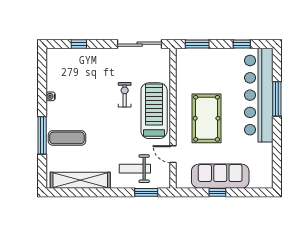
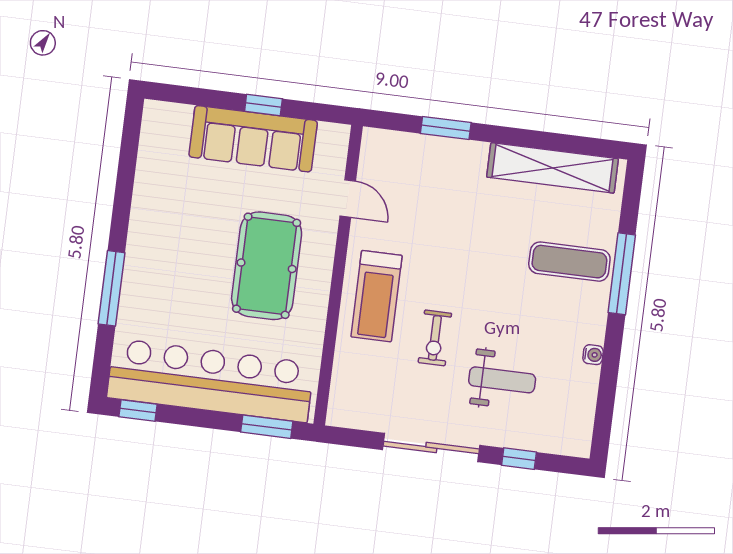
sliding door: (140, 44) -> (431, 447), moved
window: (242, 44) -> (138, 410), moved
bar counter: (259, 95) -> (210, 380), moved, turned -90
treadmill: (154, 111) -> (376, 296), width x0.73, depth x0.73
weight bench: (135, 169) -> (502, 380), moved
window: (146, 192) -> (446, 128), moved

